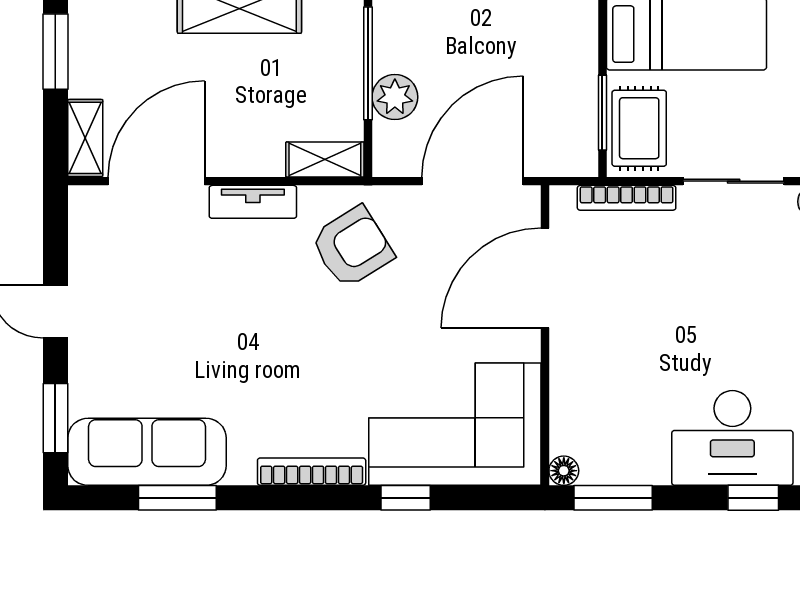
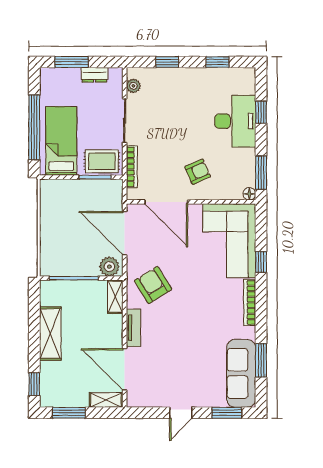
plant: (395, 97) -> (109, 267), moved
armchair: (615, 351) -> (198, 172), added

